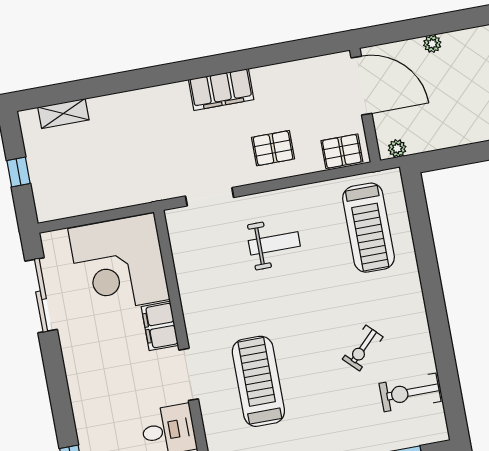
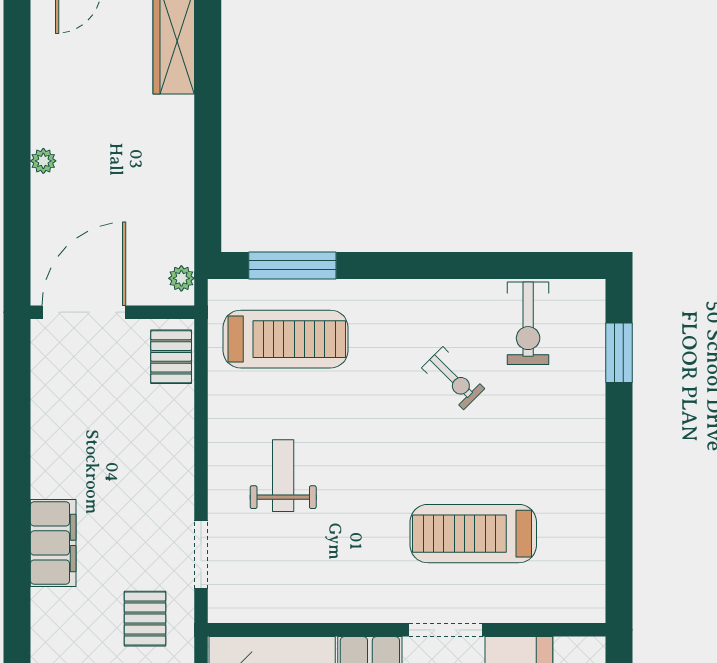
plant: (432, 44) -> (43, 161), moved
filing cabinet: (221, 90) -> (53, 543), moved
pallet: (273, 148) -> (145, 619), moved
window: (420, 223) -> (292, 265), added

